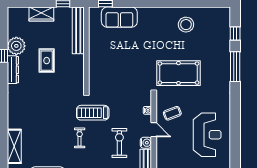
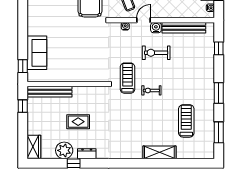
wardrobe: (41, 14) -> (34, 147), moved
dresser: (13, 70) -> (87, 154), width x0.70
treadmill: (93, 113) -> (128, 78), turned 180

